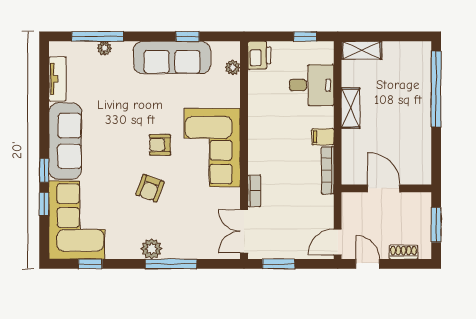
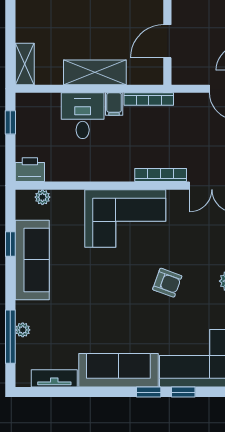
desk: (312, 85) -> (83, 116), moved
shelving: (351, 108) -> (95, 72), width x1.50, depth x1.33
armchair: (160, 145) -> (122, 272), removed
bookcase: (254, 191) -> (161, 175), width x1.56

